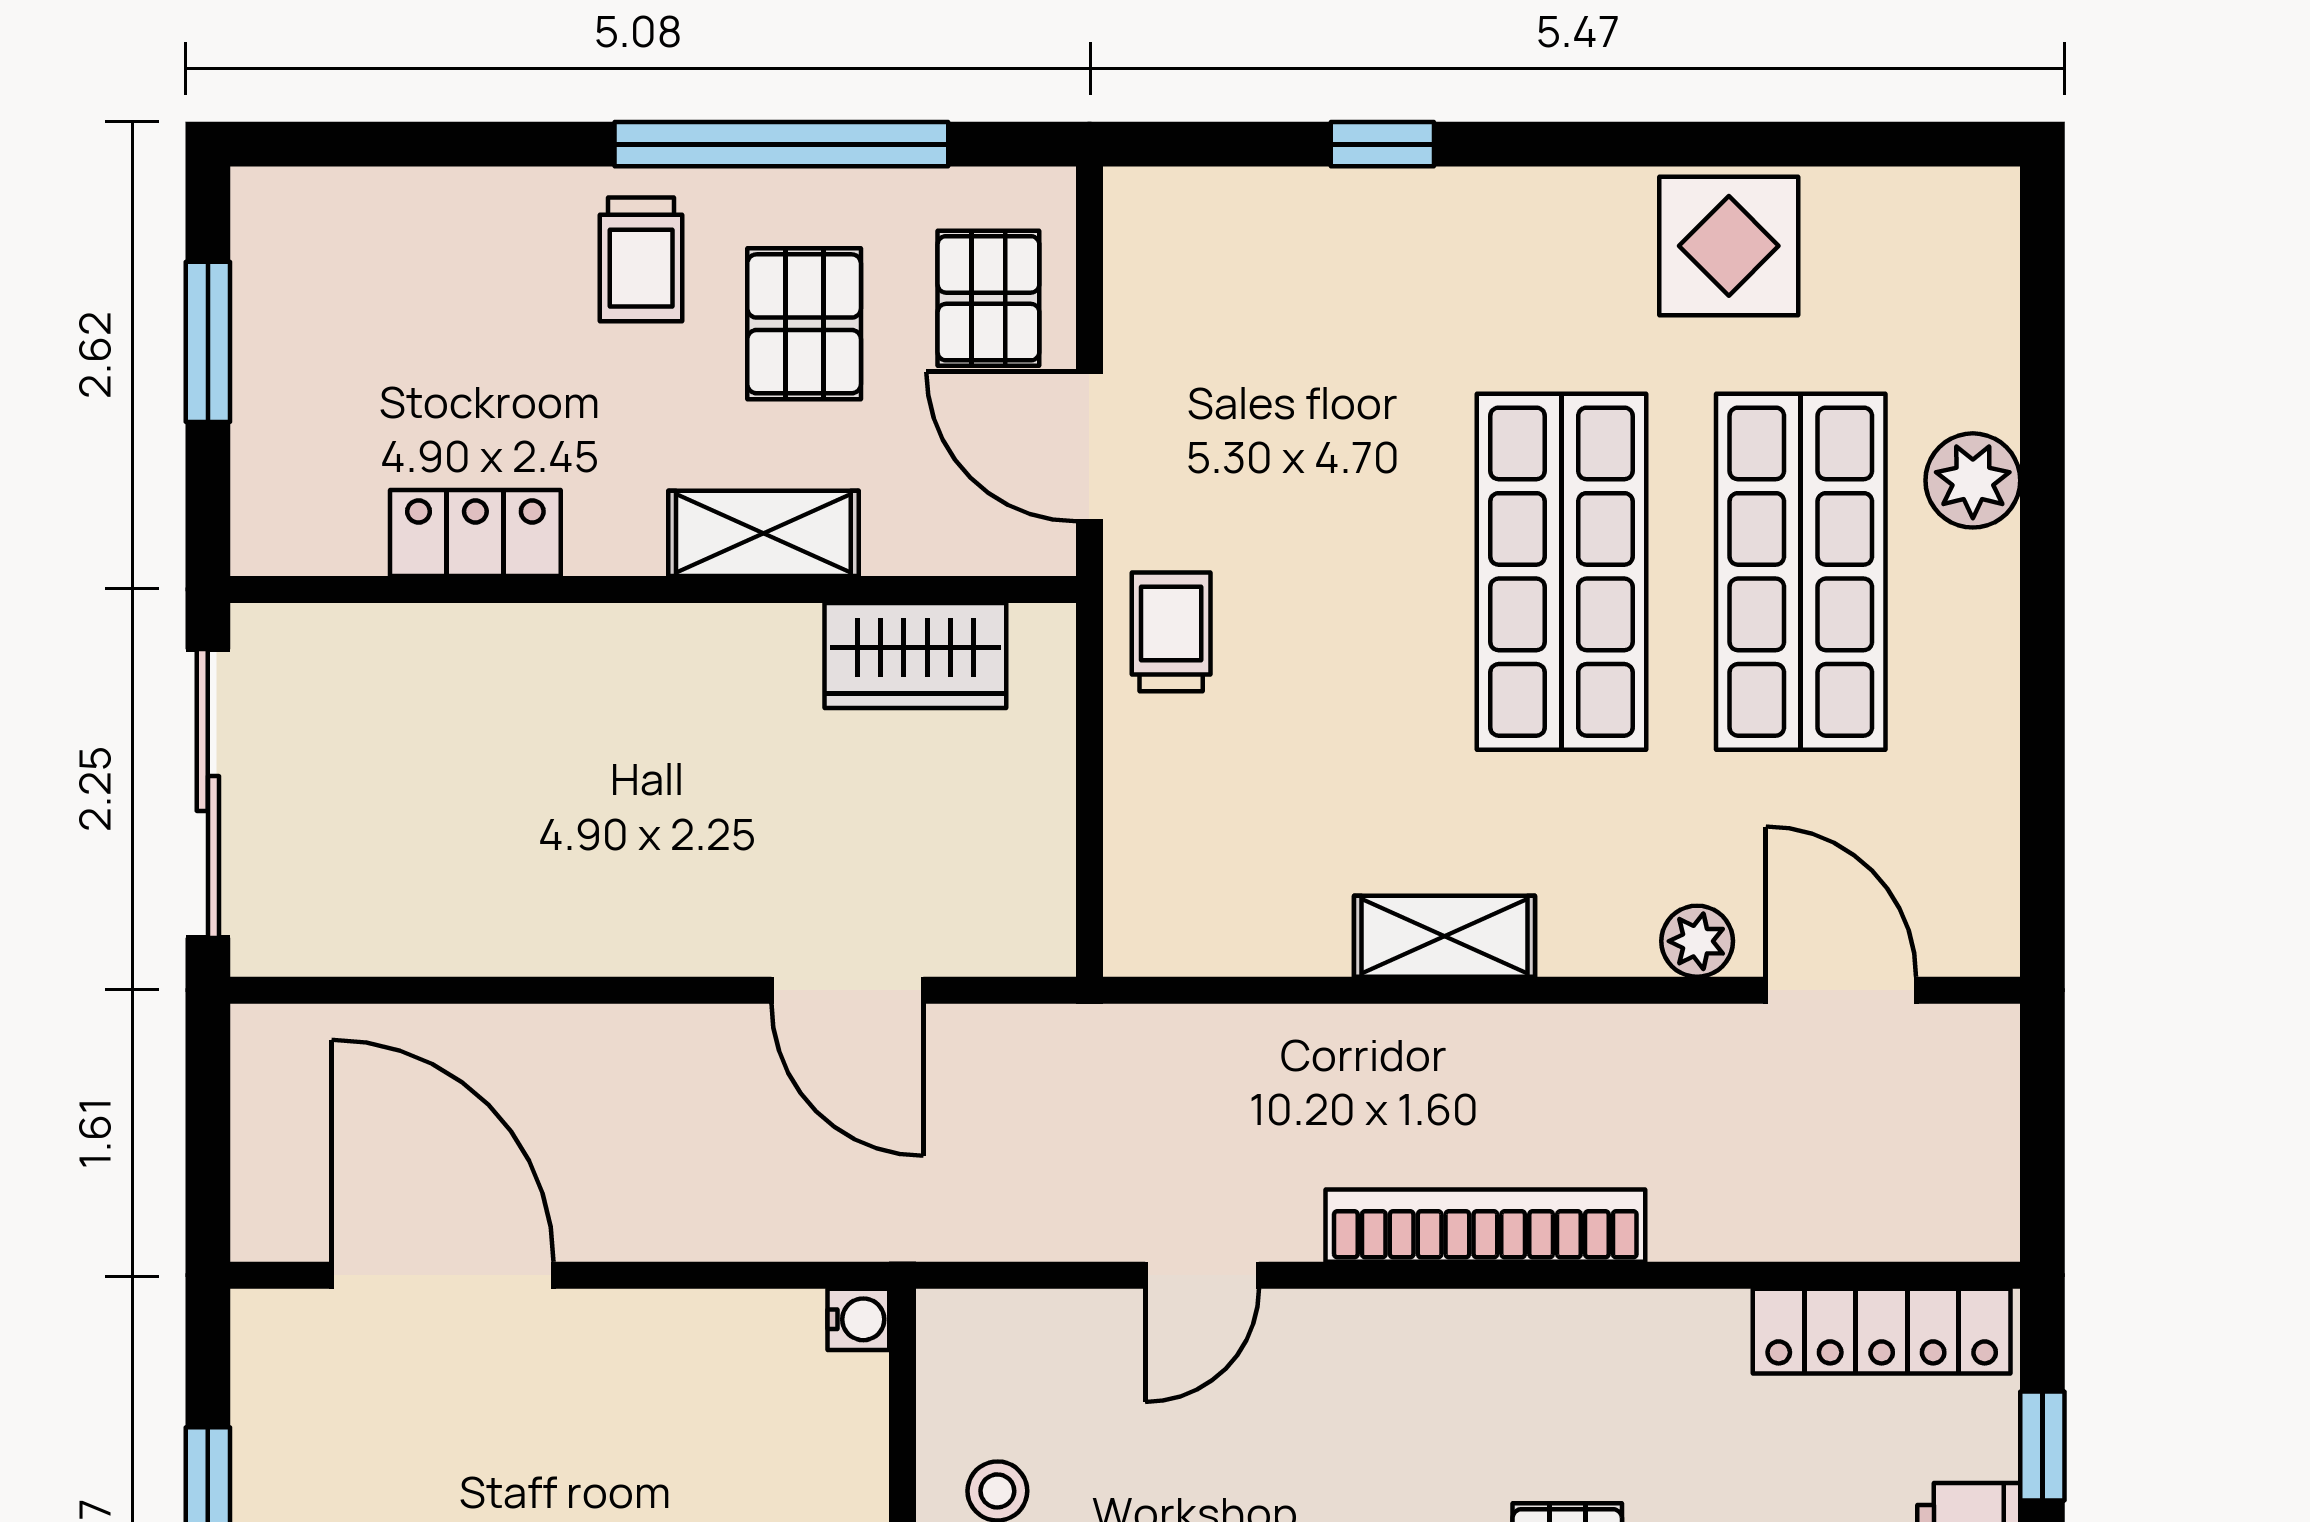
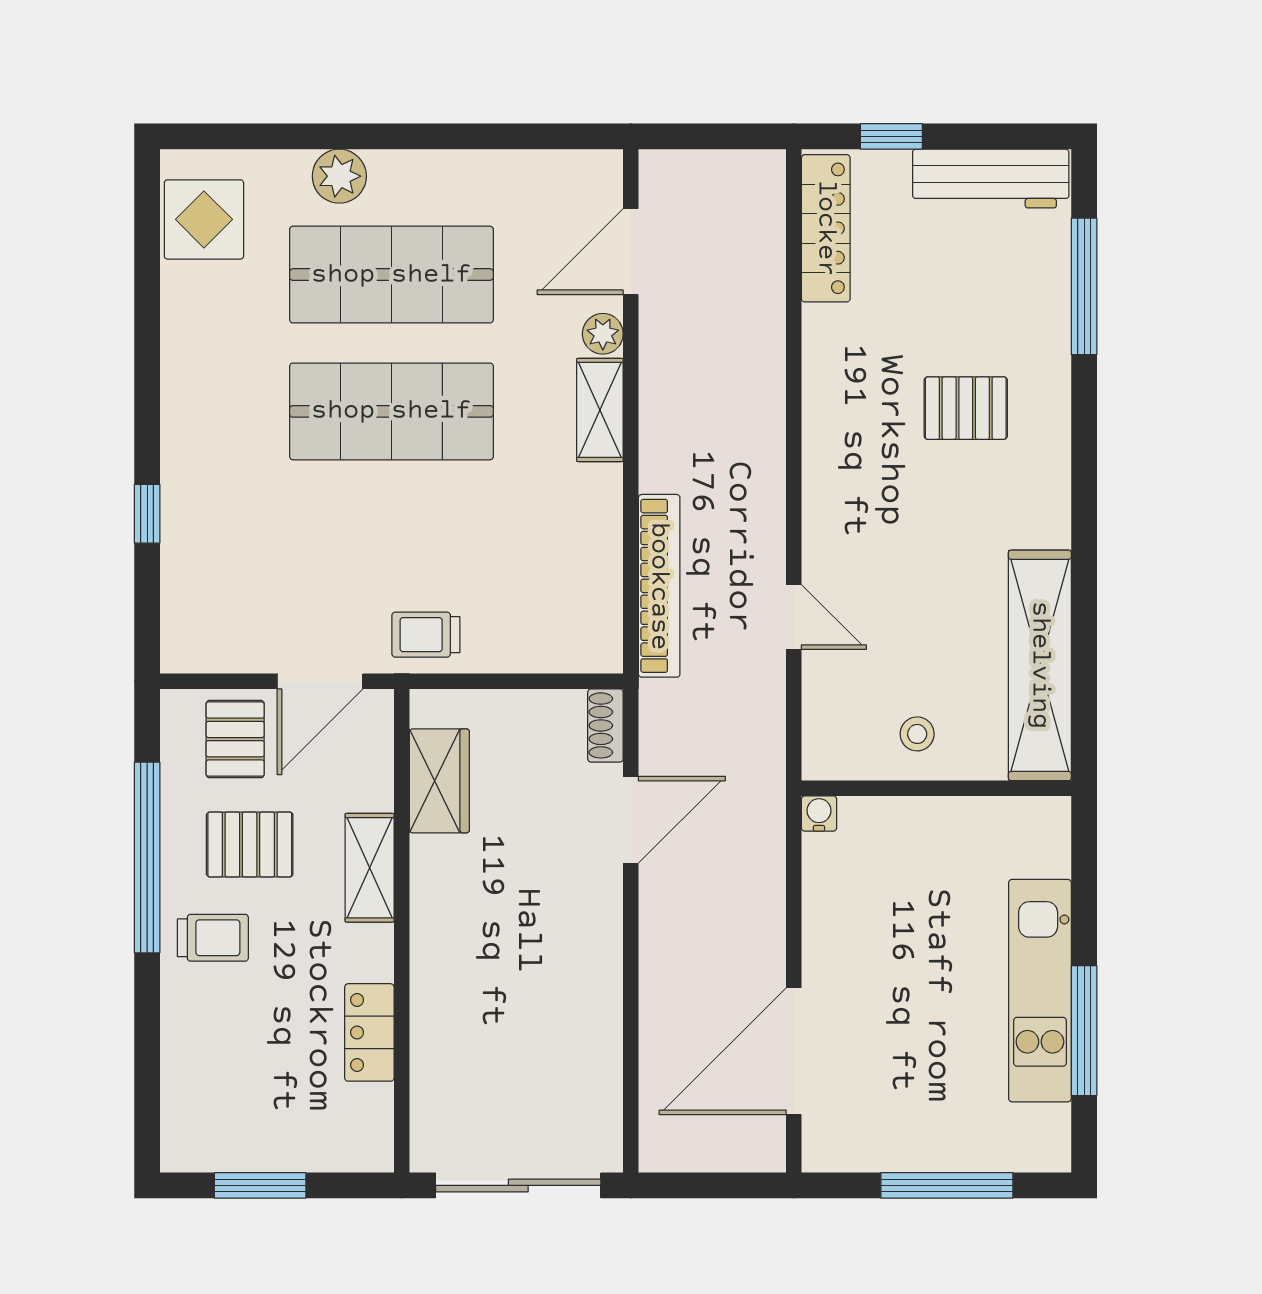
display table: (1729, 246) -> (204, 219), moved
pallet: (988, 298) -> (235, 739), turned 90
shelving: (1444, 936) -> (600, 410), moved
shoe rack: (1012, 946) -> (605, 725), added
bookcase: (1485, 1226) -> (659, 586), moved, turned 180

